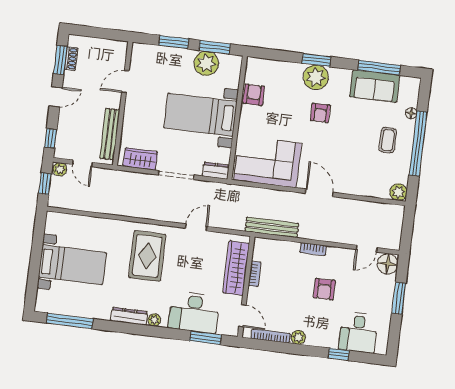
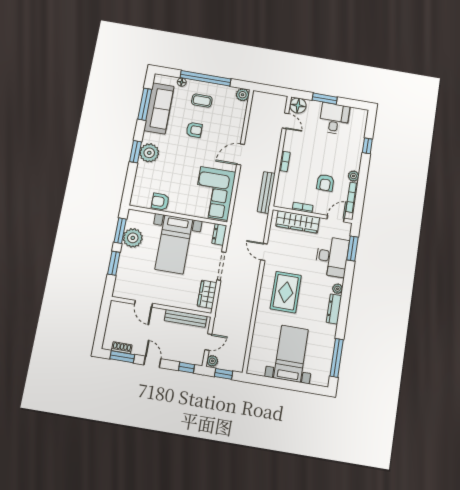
sofa: (375, 86) -> (159, 108), width x1.36
armchair: (320, 113) -> (194, 130), moved
rug: (147, 256) -> (286, 292), turned 90
armchair: (324, 289) -> (325, 183), moved, turned 90
desk: (358, 332) -> (334, 119), moved, turned -90

